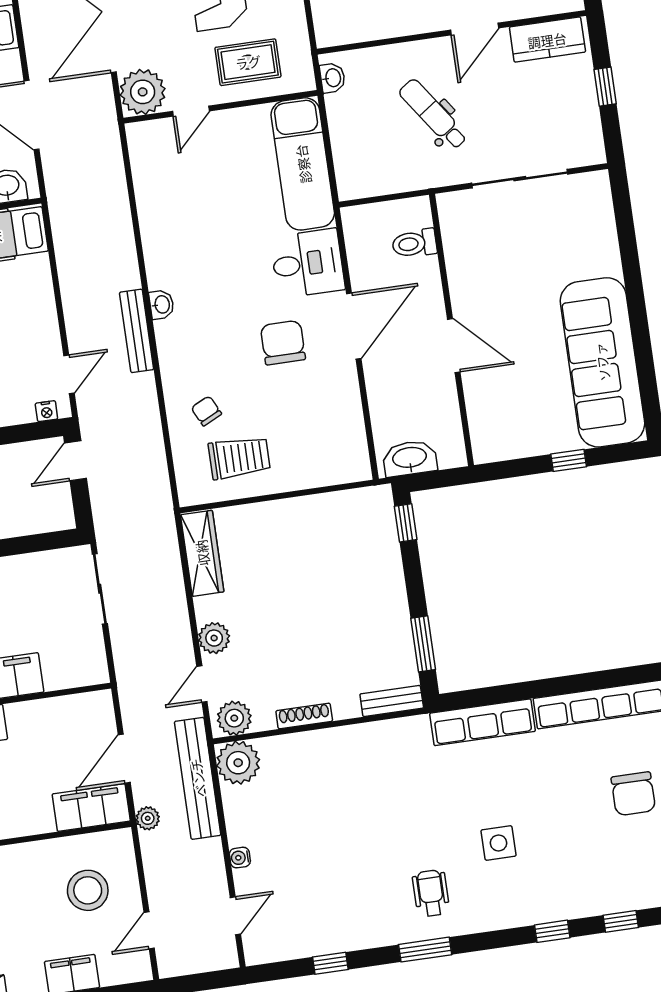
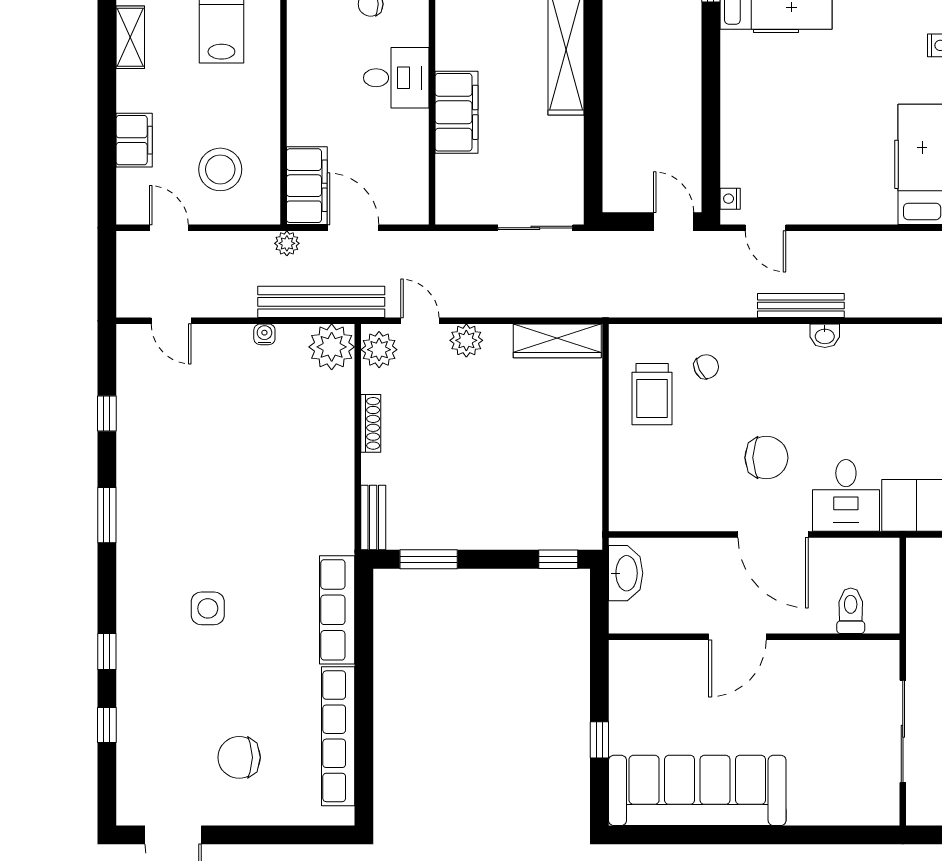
water cooler: (240, 858) -> (264, 334), moved
wheelchair: (431, 893) -> (165, 530), removed

